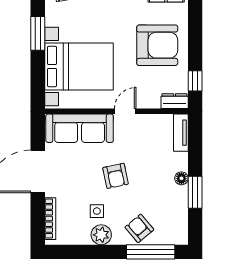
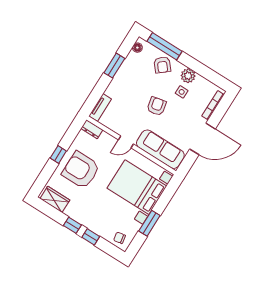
window: (195, 81) -> (58, 154), moved
floor lamp: (181, 178) -> (137, 48), moved

